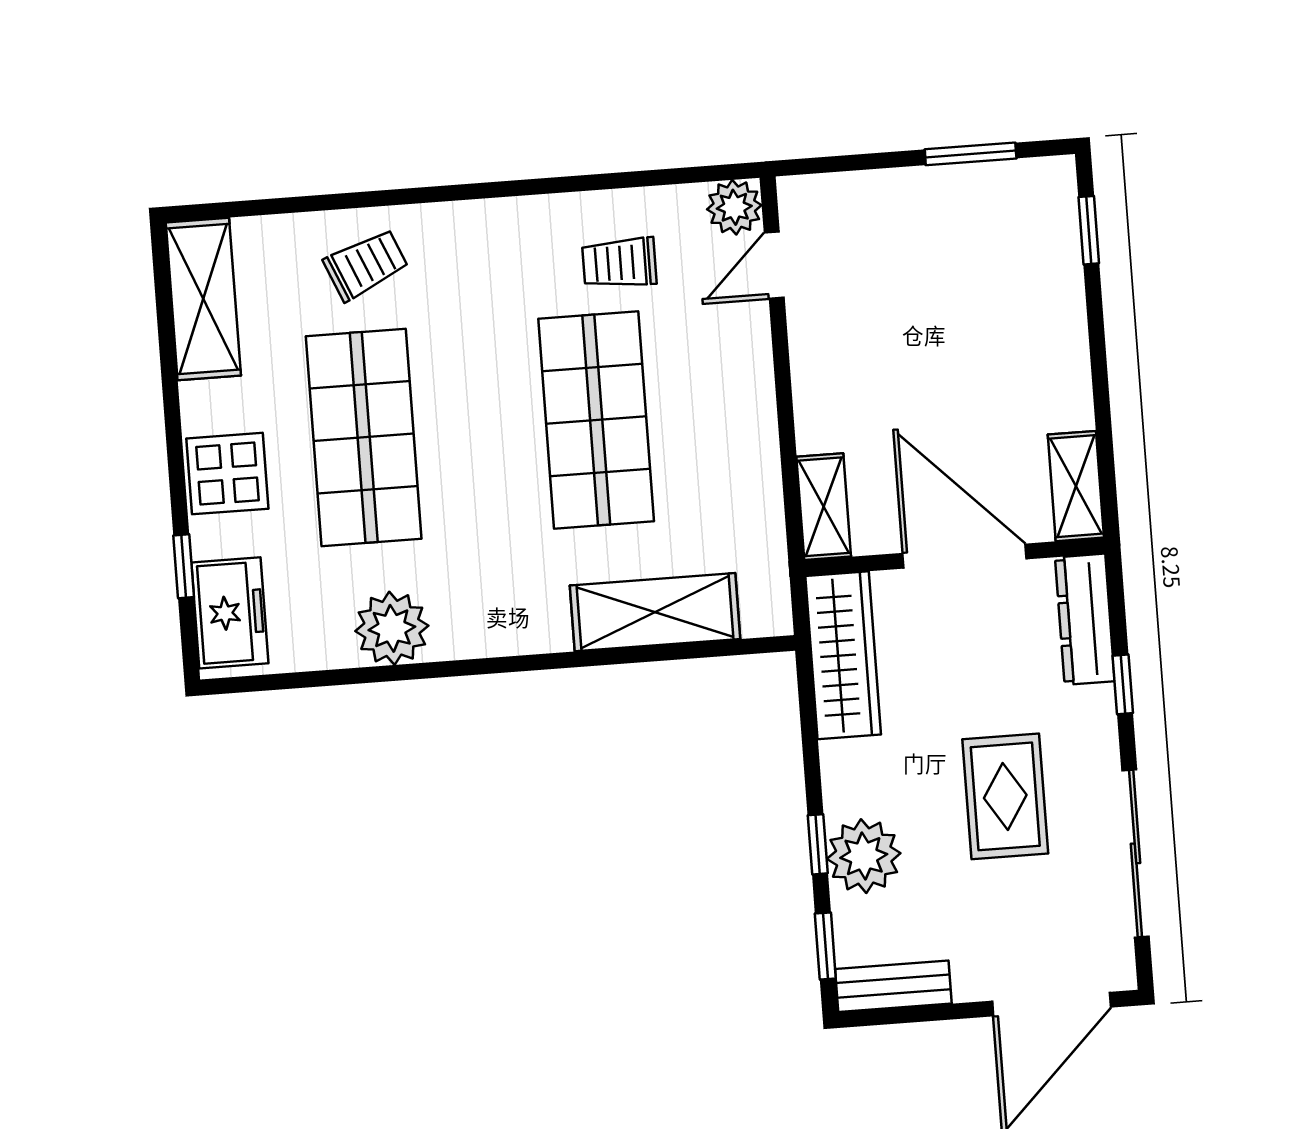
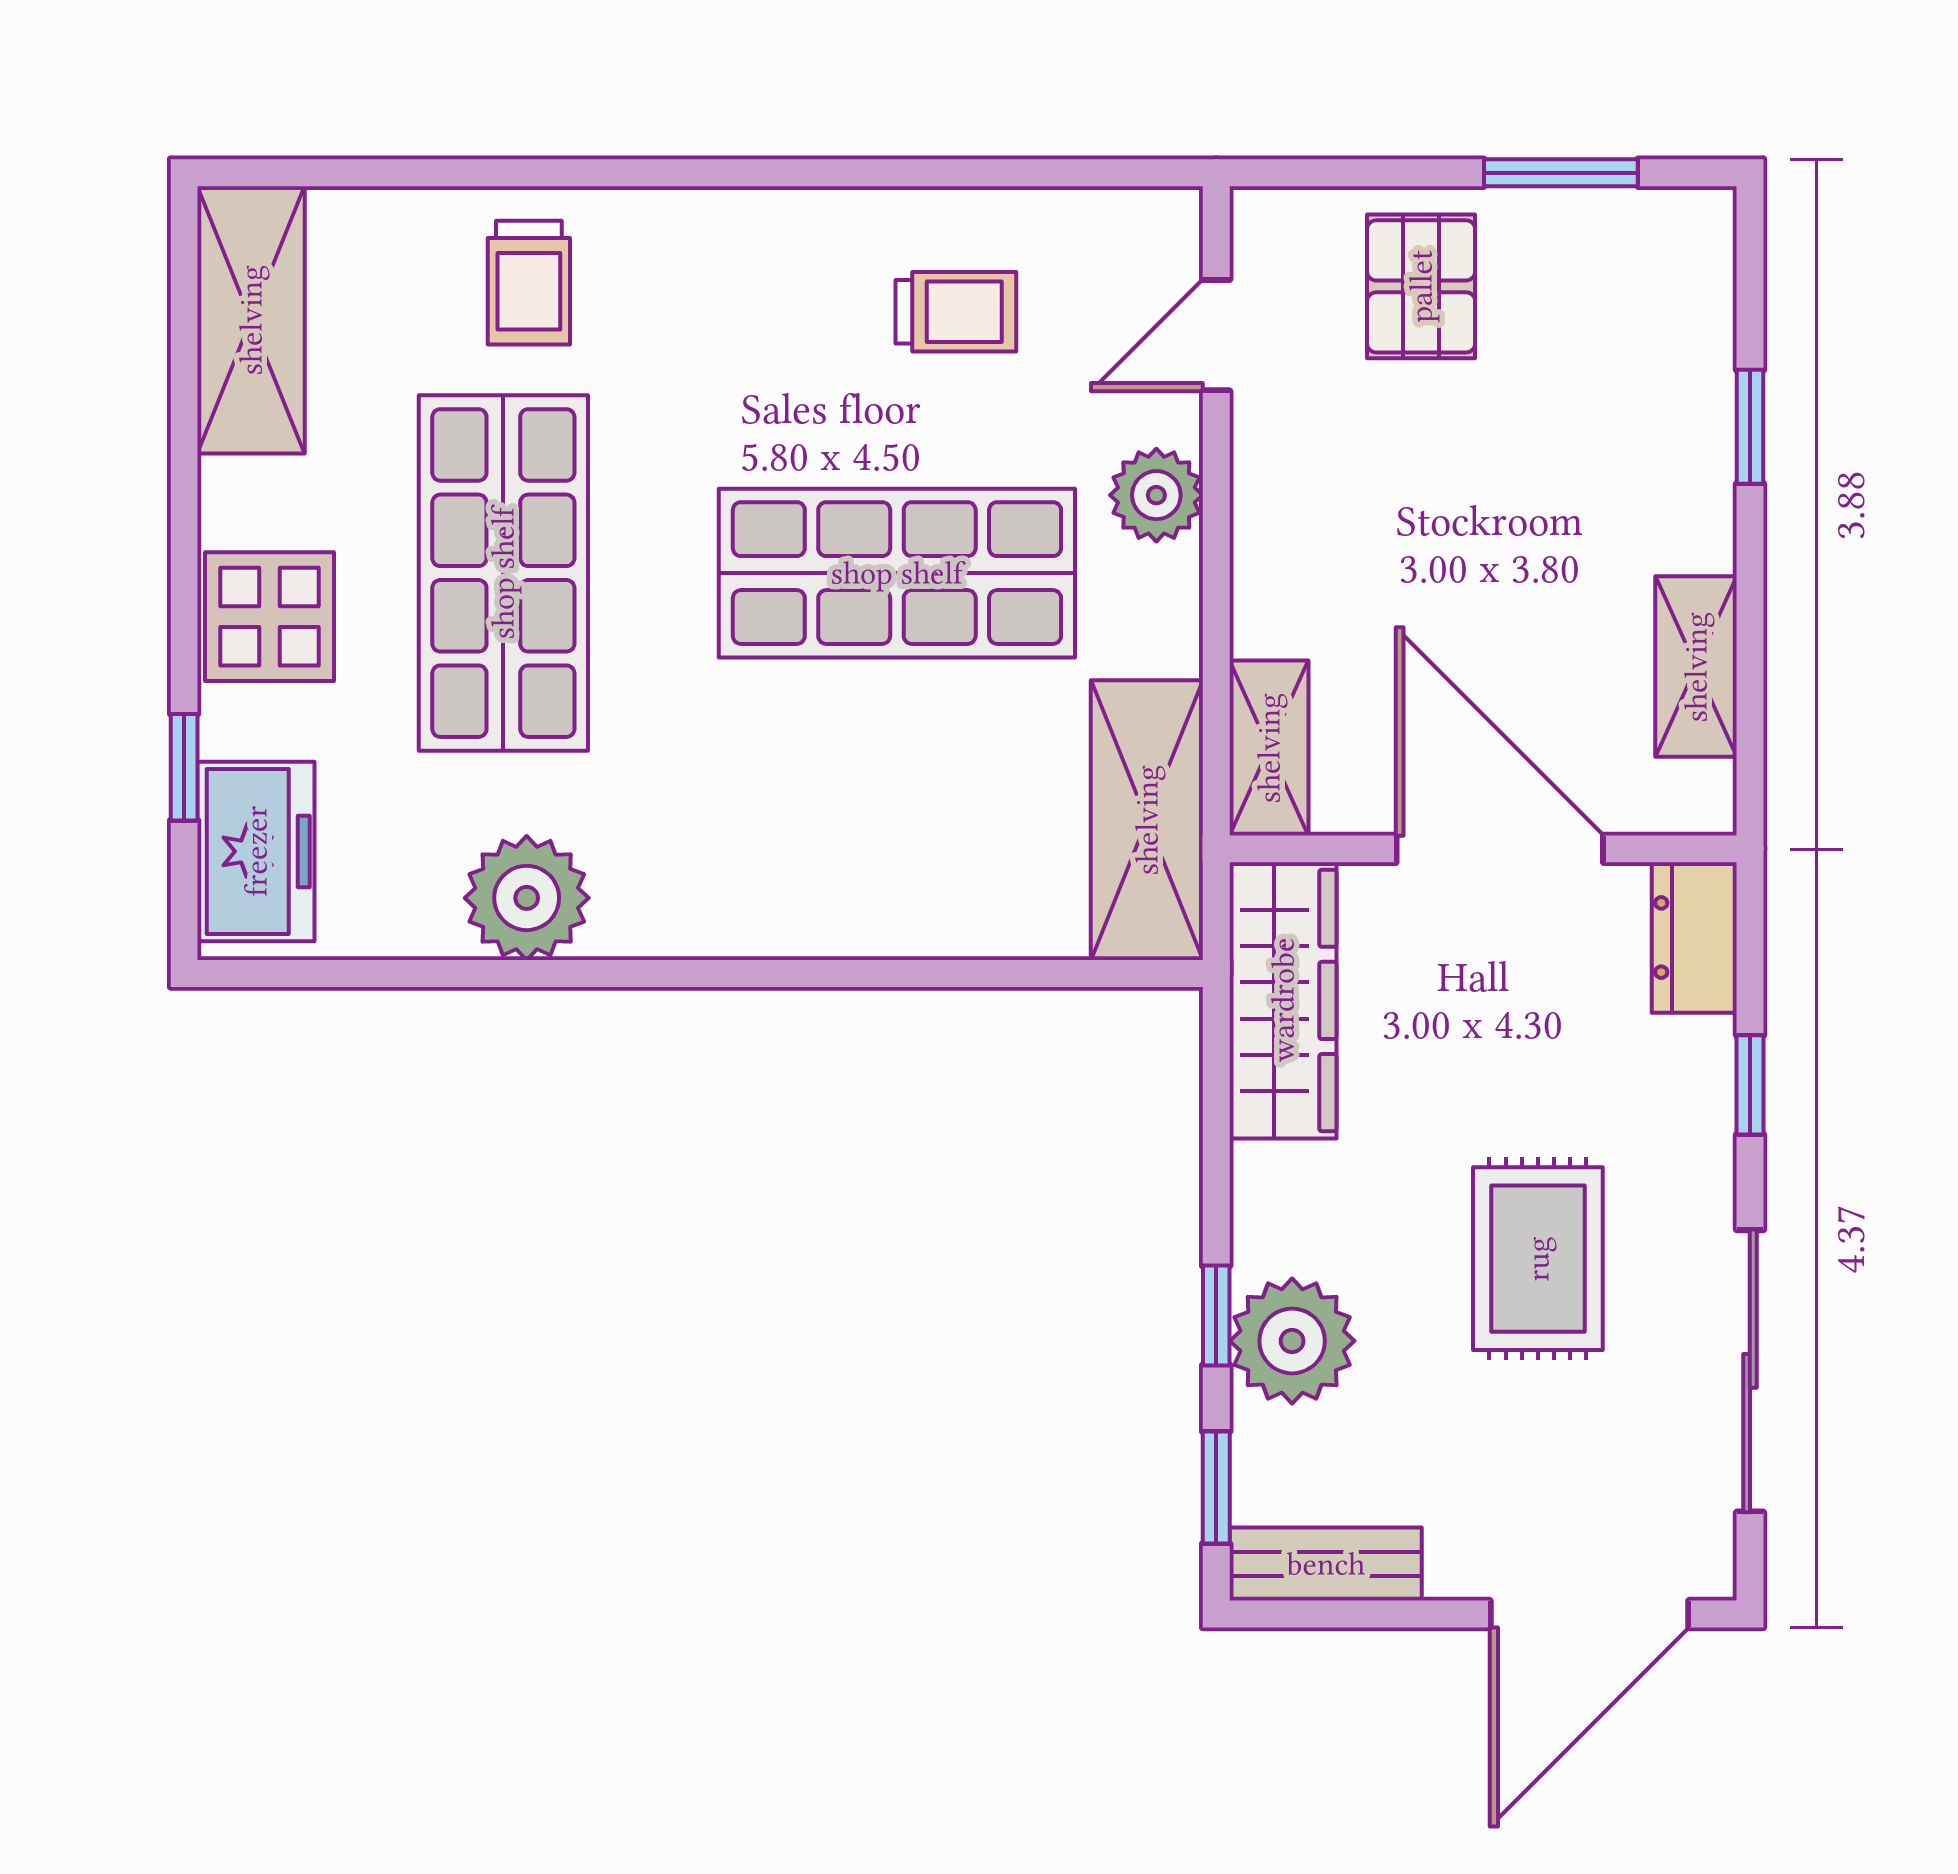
plant: (734, 207) -> (1156, 495), moved
pallet: (893, 227) -> (1421, 286), added
window: (1089, 230) -> (1750, 427), moved
trolley: (619, 263) -> (956, 312), turned 180
trolley: (366, 265) -> (529, 283), turned 113
shop shelf: (596, 420) -> (897, 573), turned 90
shelving: (1076, 486) -> (1696, 667), moved
shelving: (655, 612) -> (1147, 820), moved, turned 90
dresser: (1085, 619) -> (1694, 938), width x0.70

